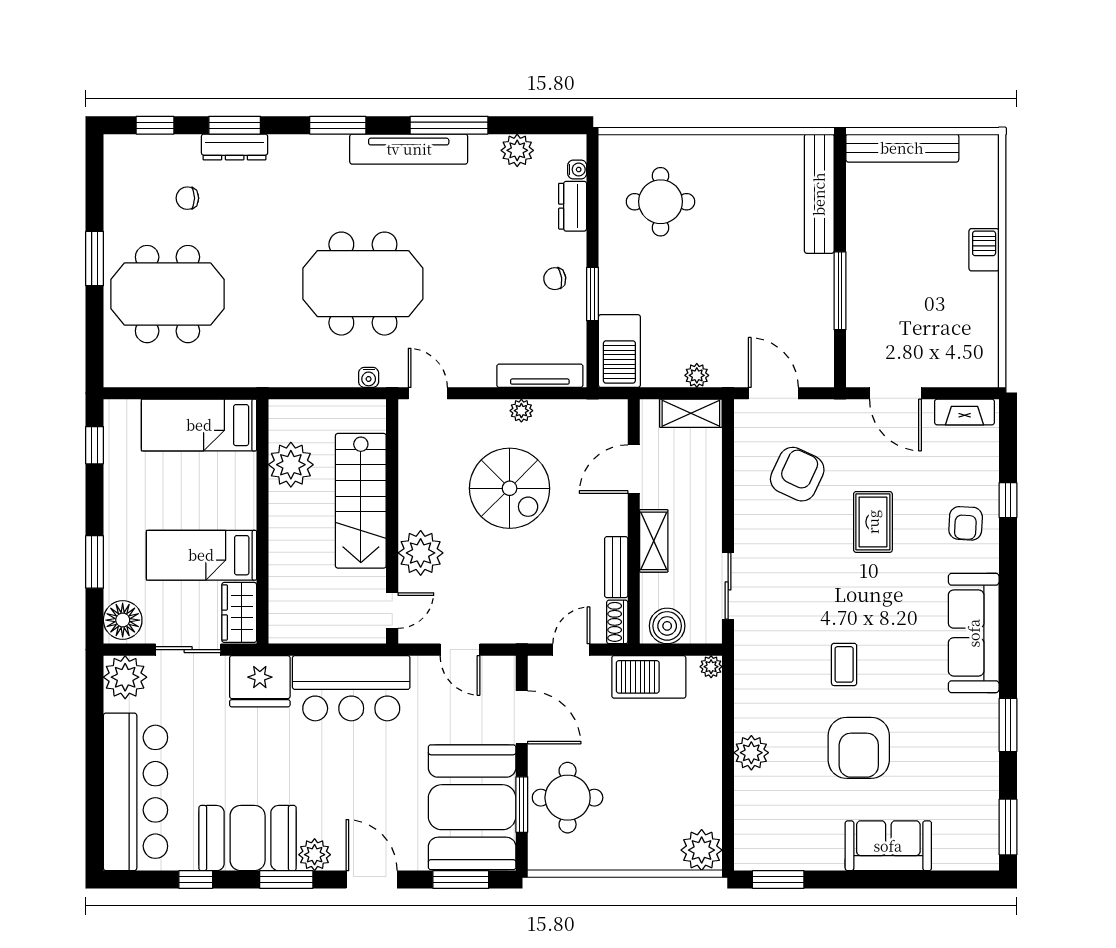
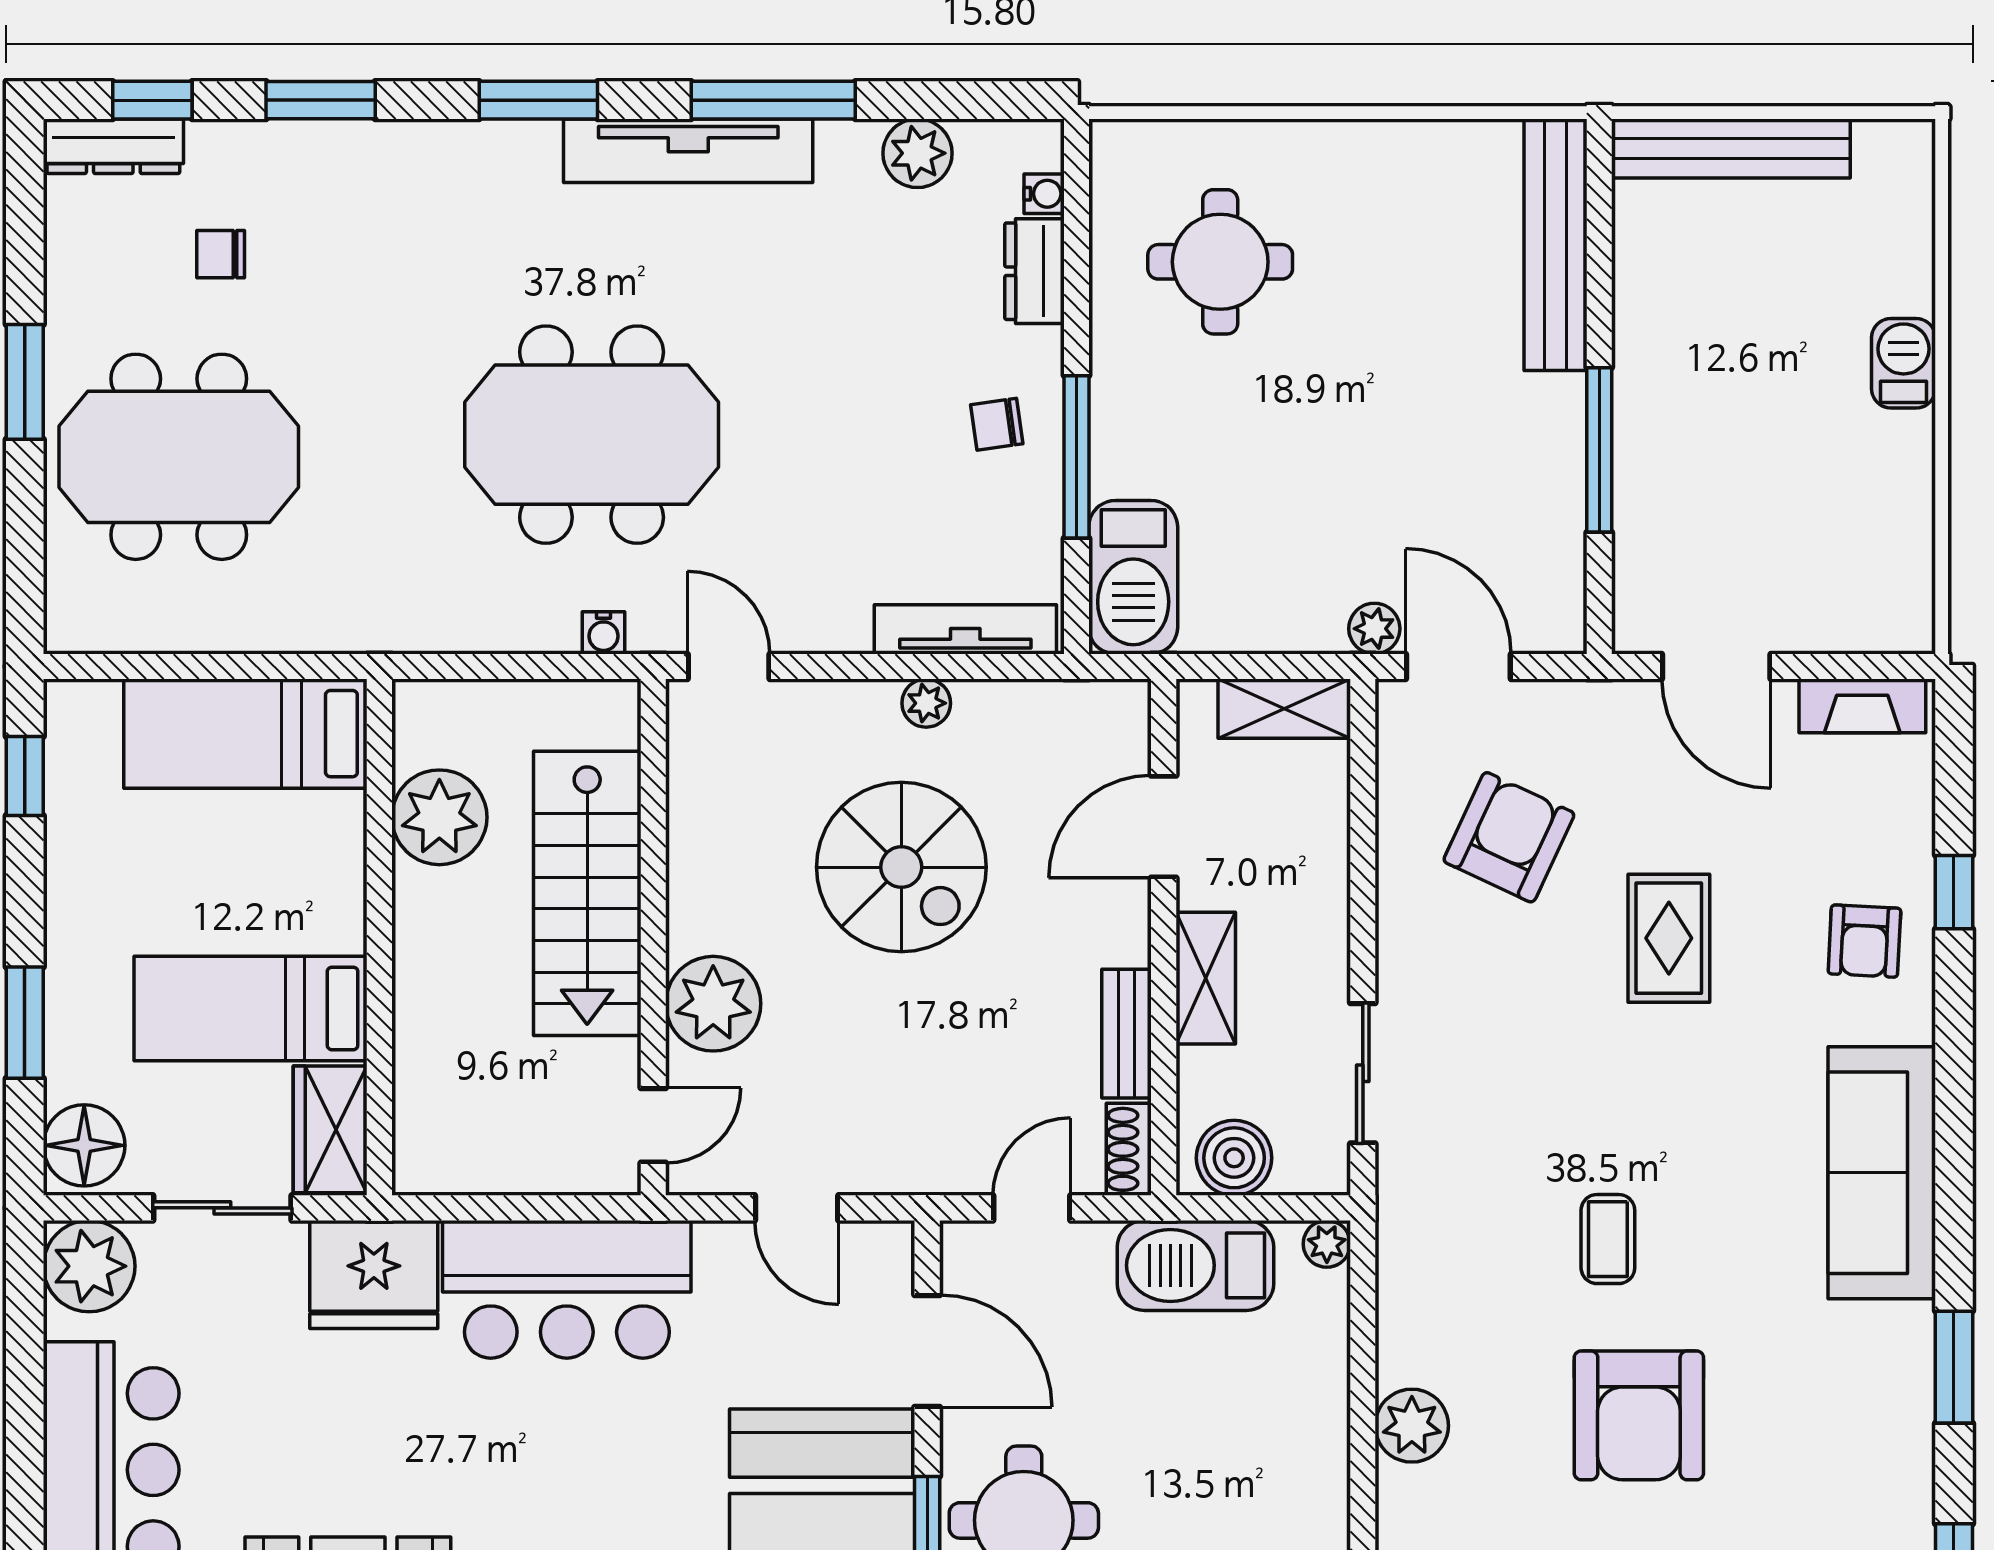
dresser: (235, 147) -> (113, 146), moved
window: (593, 294) -> (1076, 457), width x1.44
plant: (697, 375) -> (1374, 629), moved

